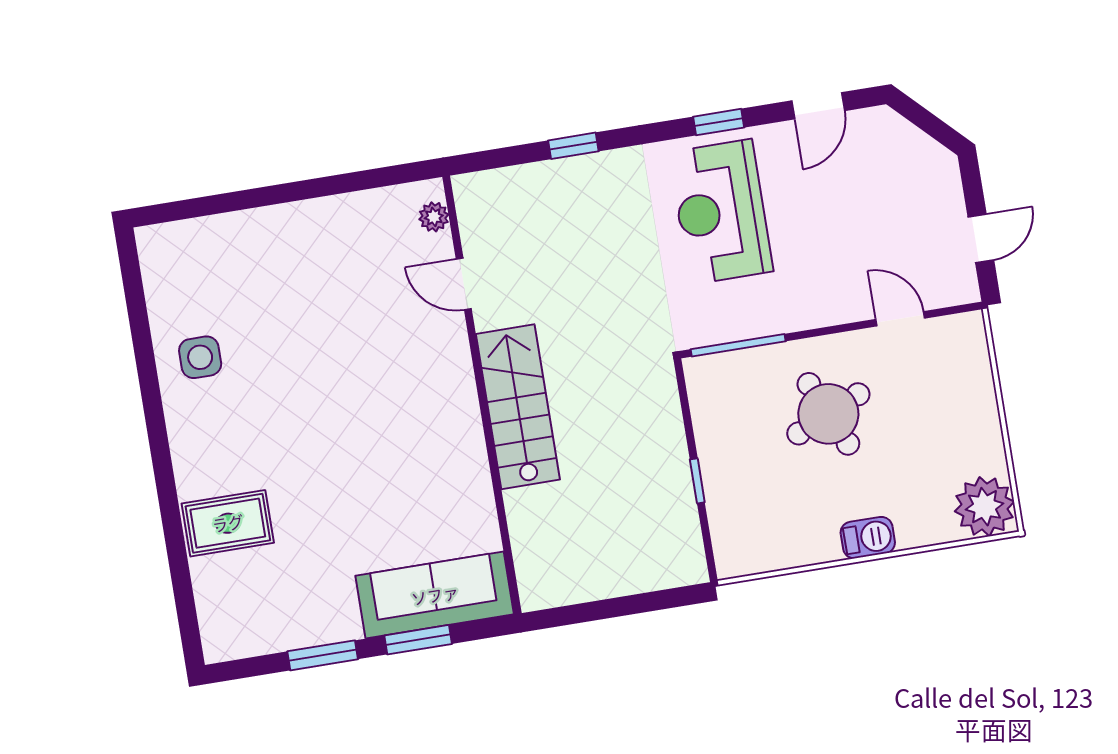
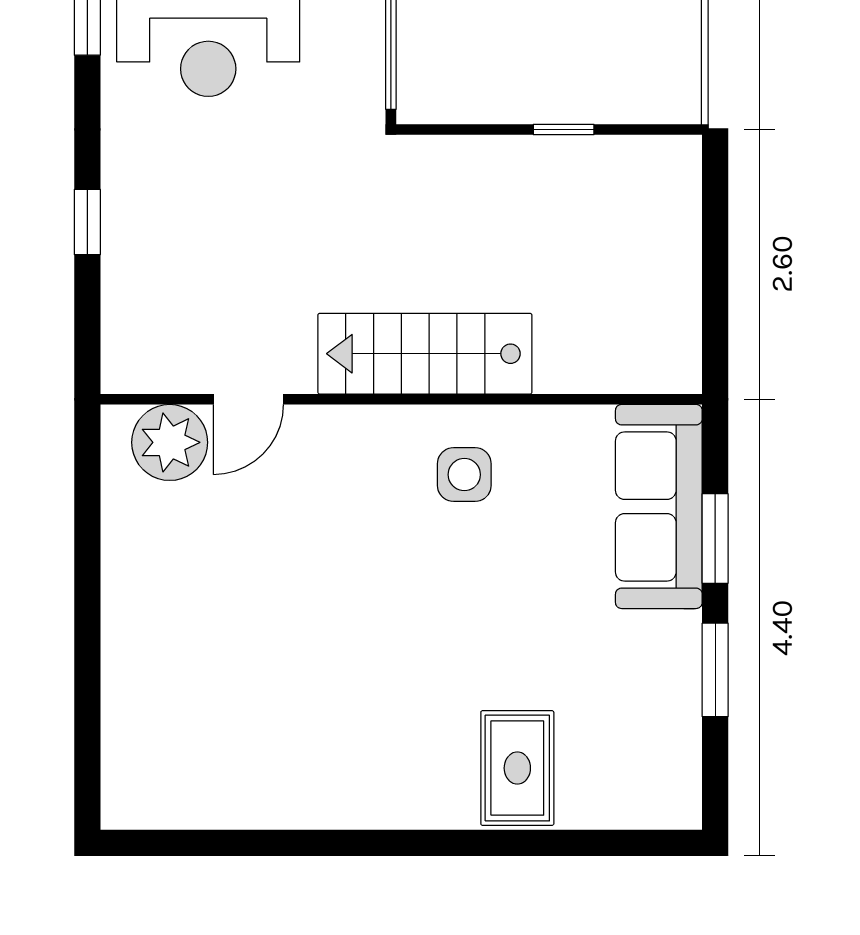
plant: (434, 217) -> (170, 442), width x1.88, depth x1.88
side table: (200, 357) -> (464, 475), moved

